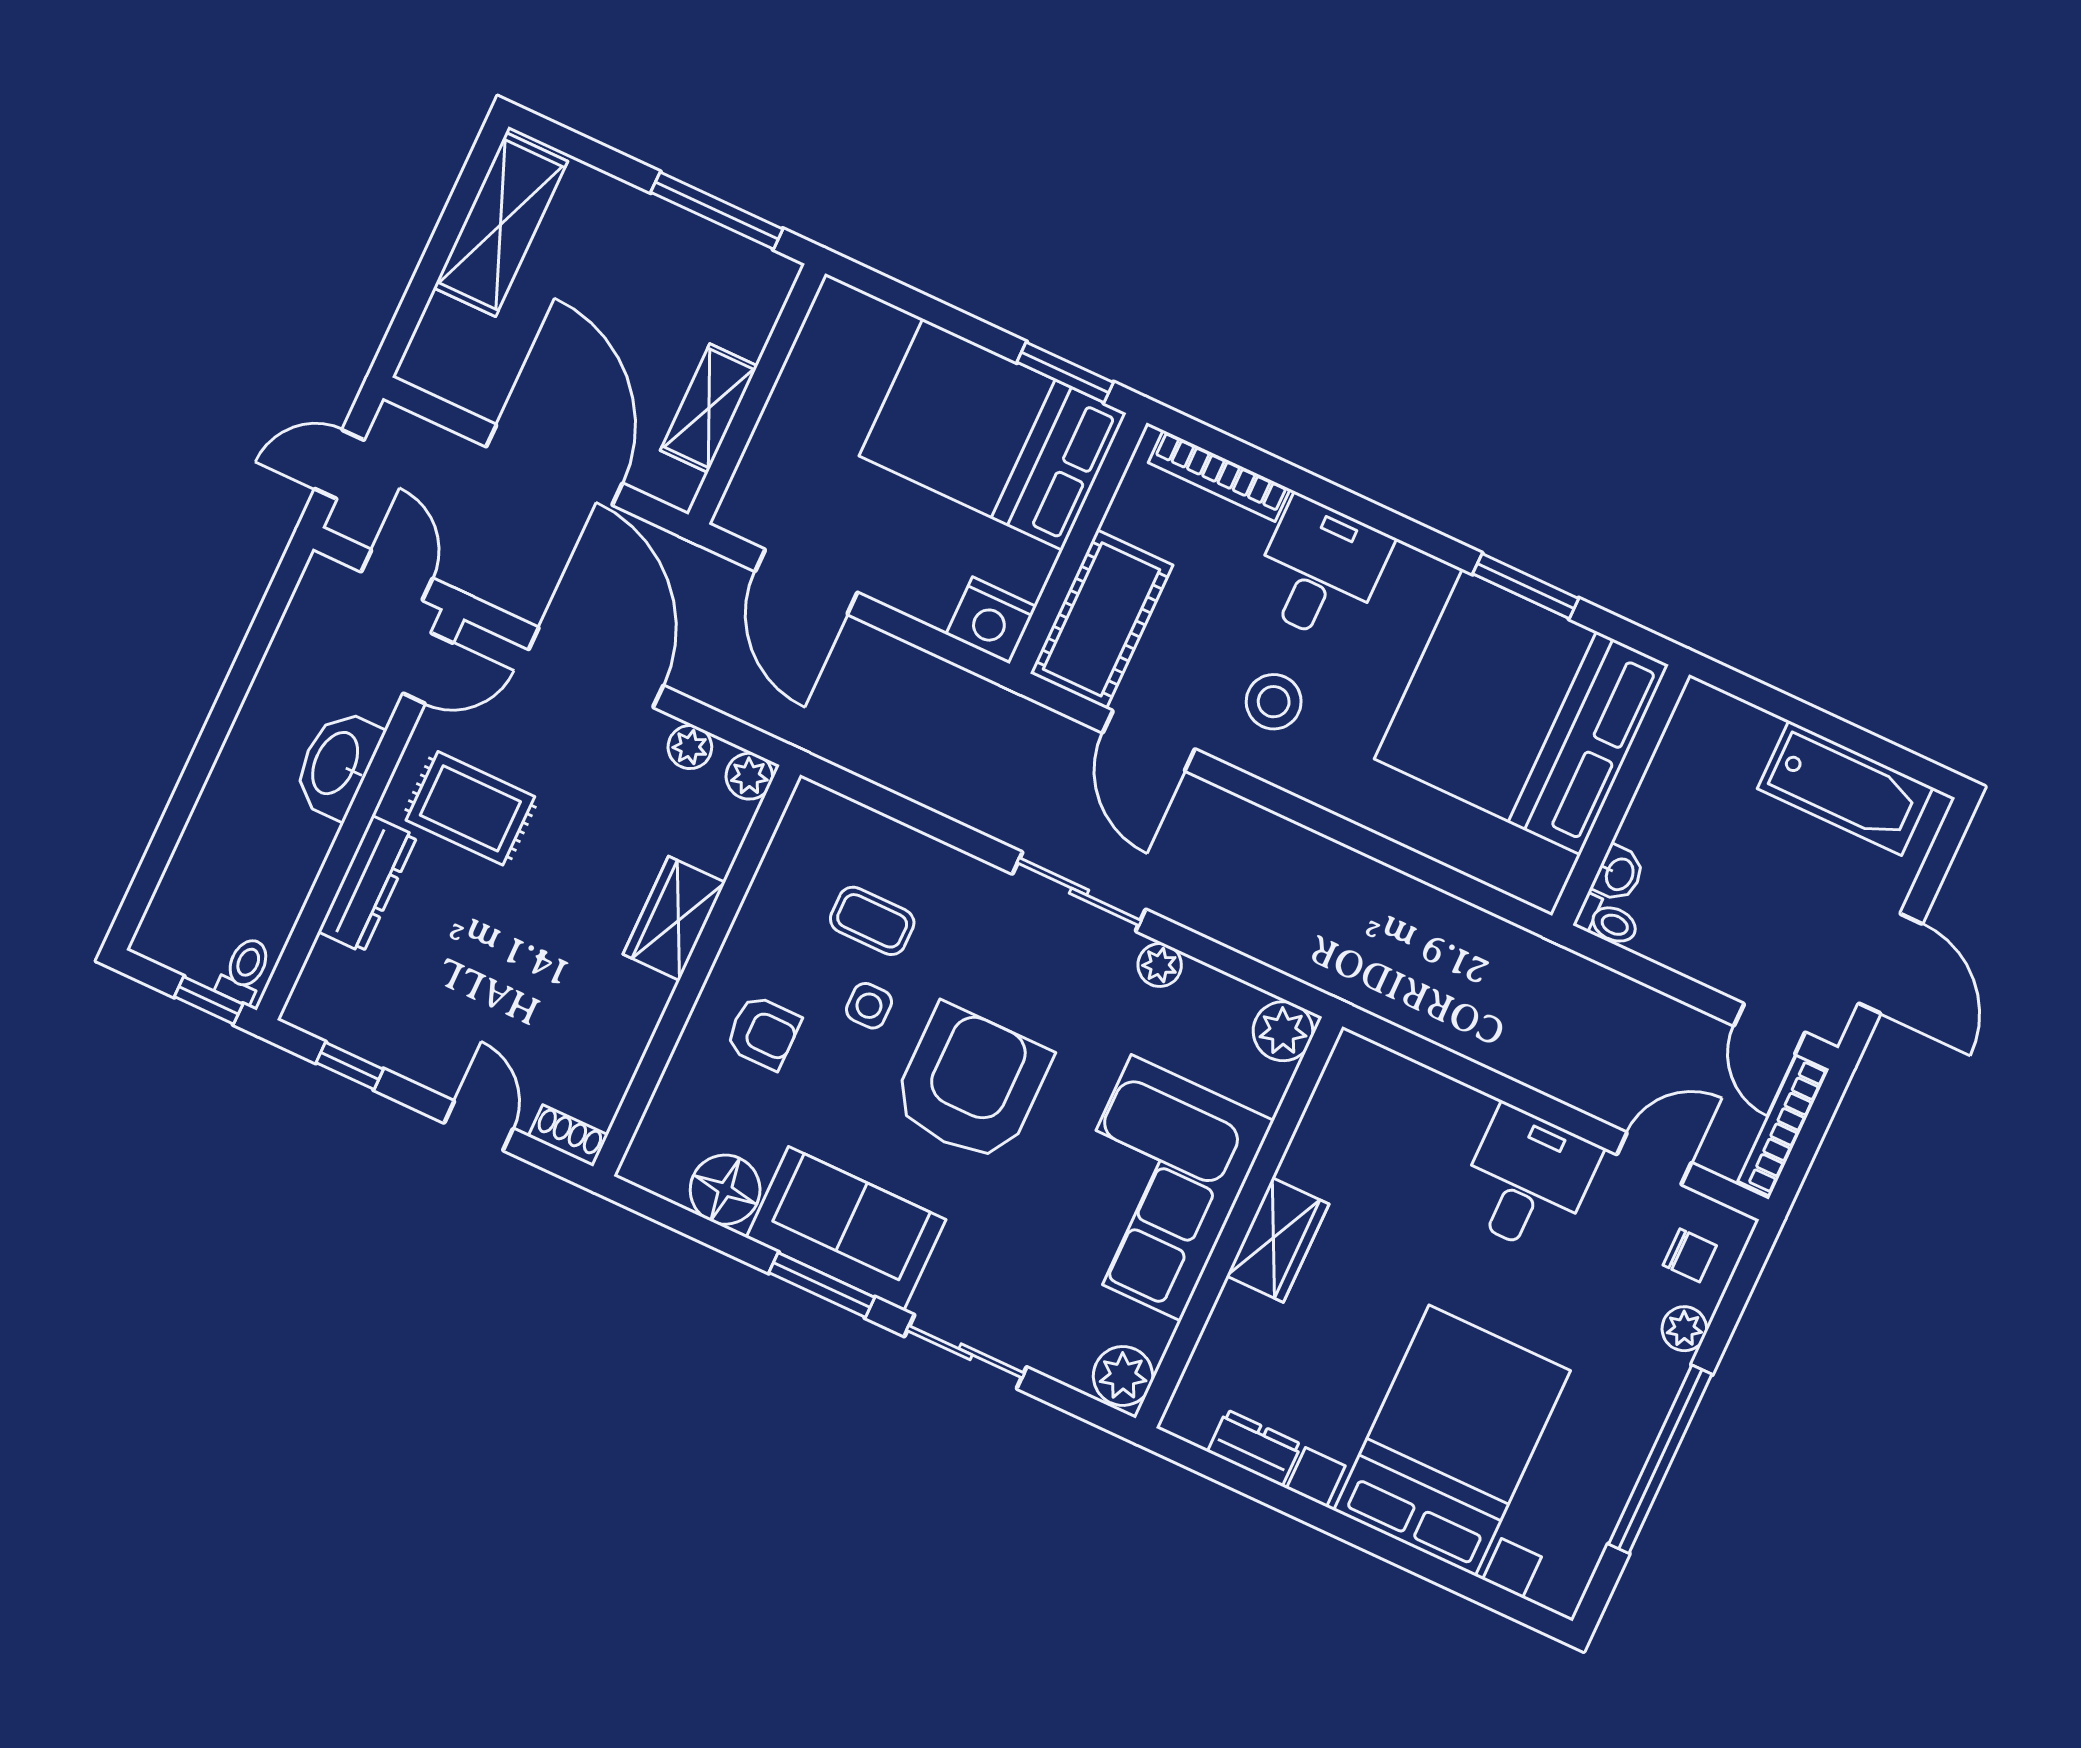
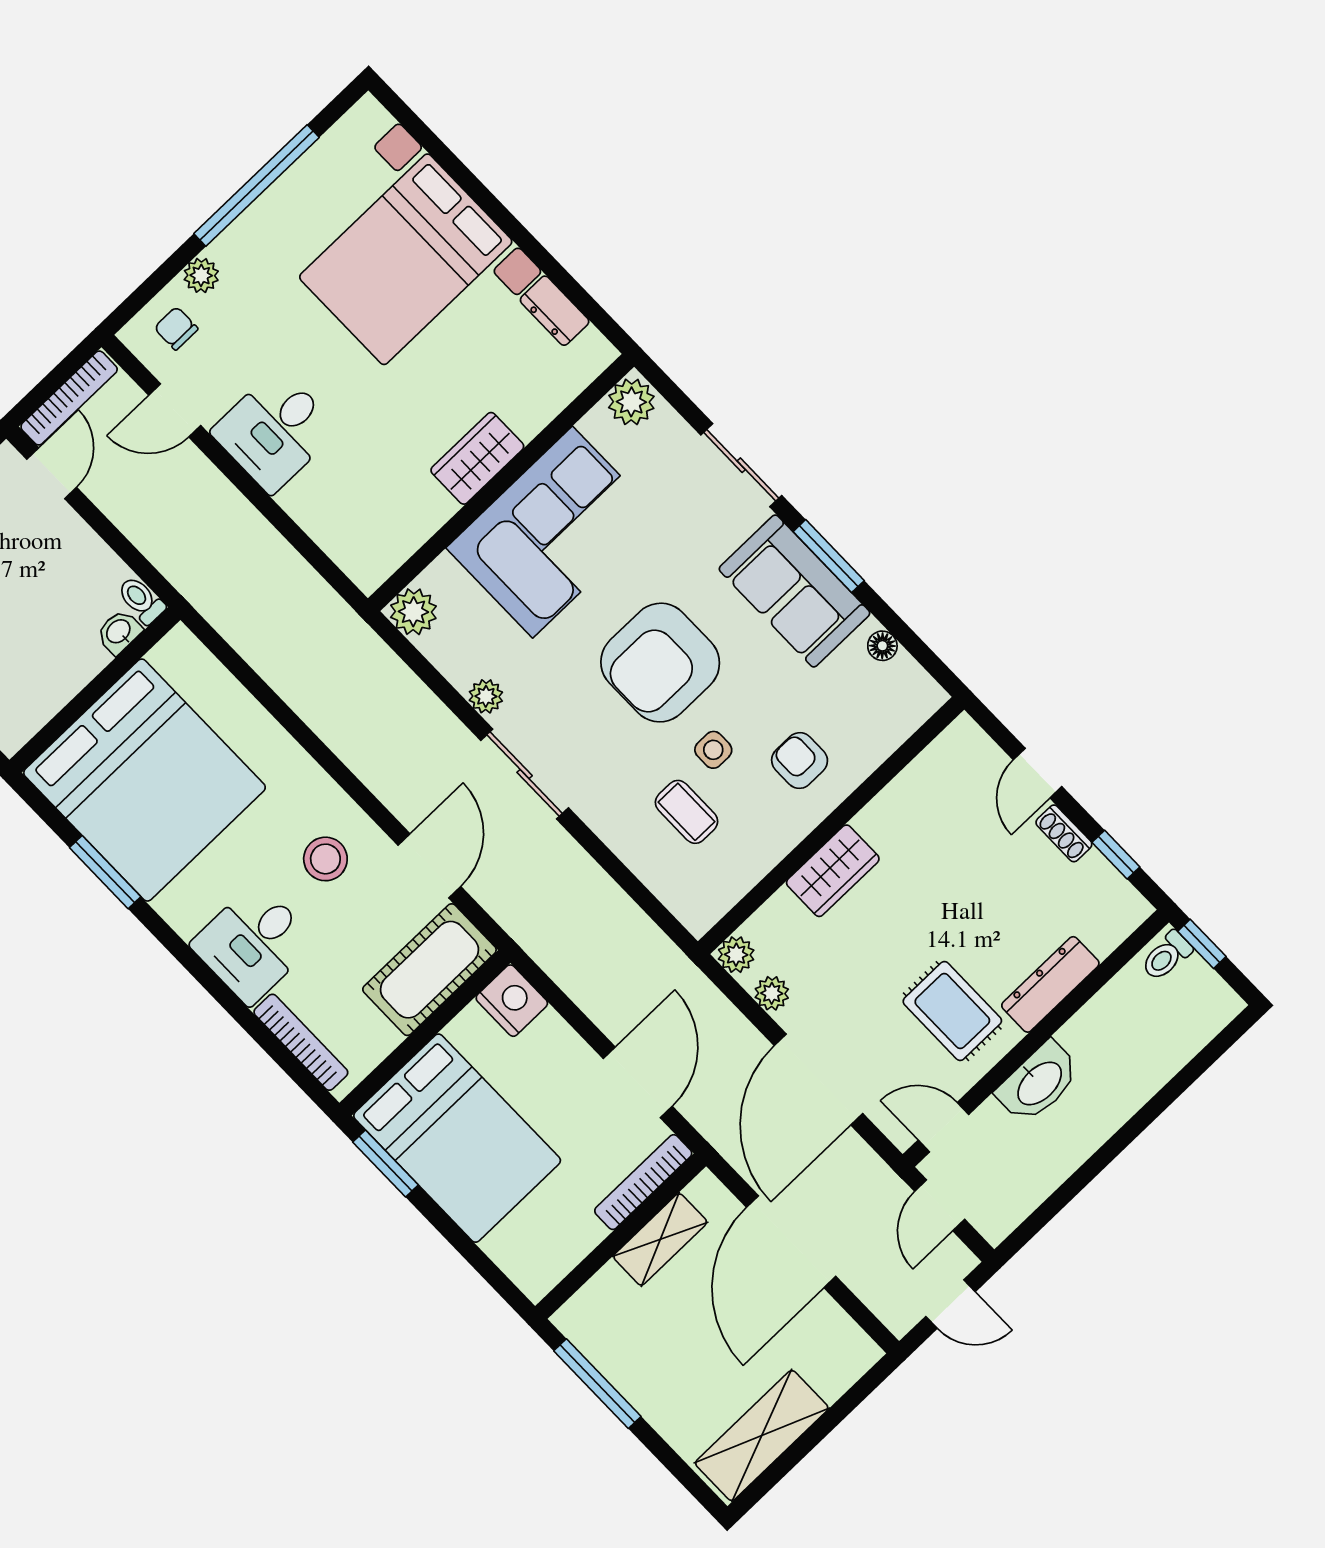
bookcase: (755, 468) -> (643, 1182), added
shoe rack: (568, 1136) -> (1064, 833), moved
floor lamp: (725, 1190) -> (882, 646), width x0.53, depth x0.53

